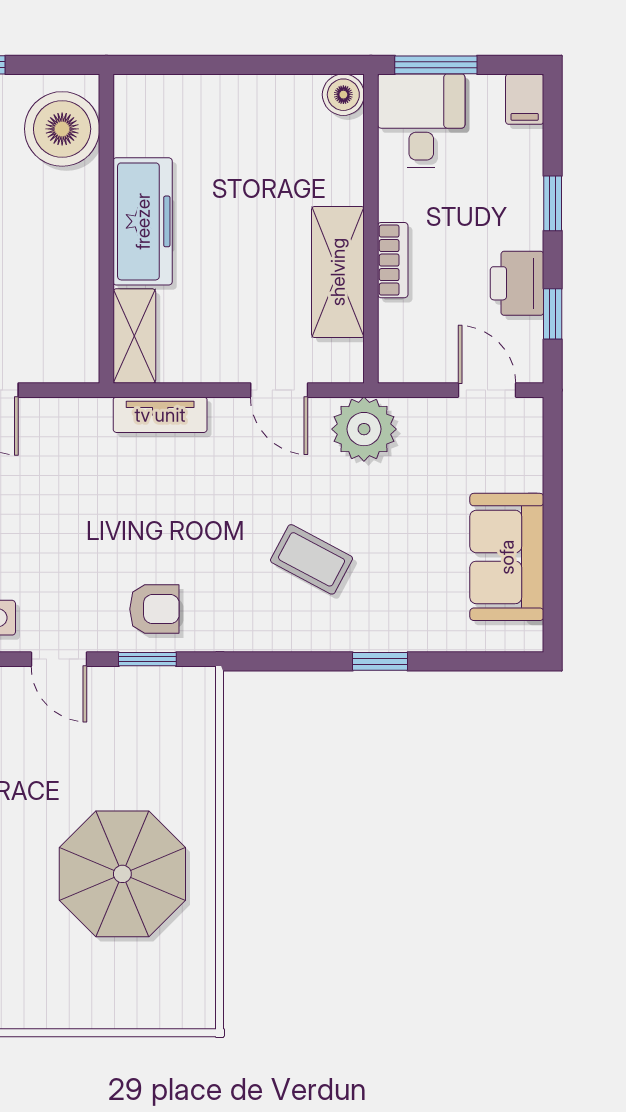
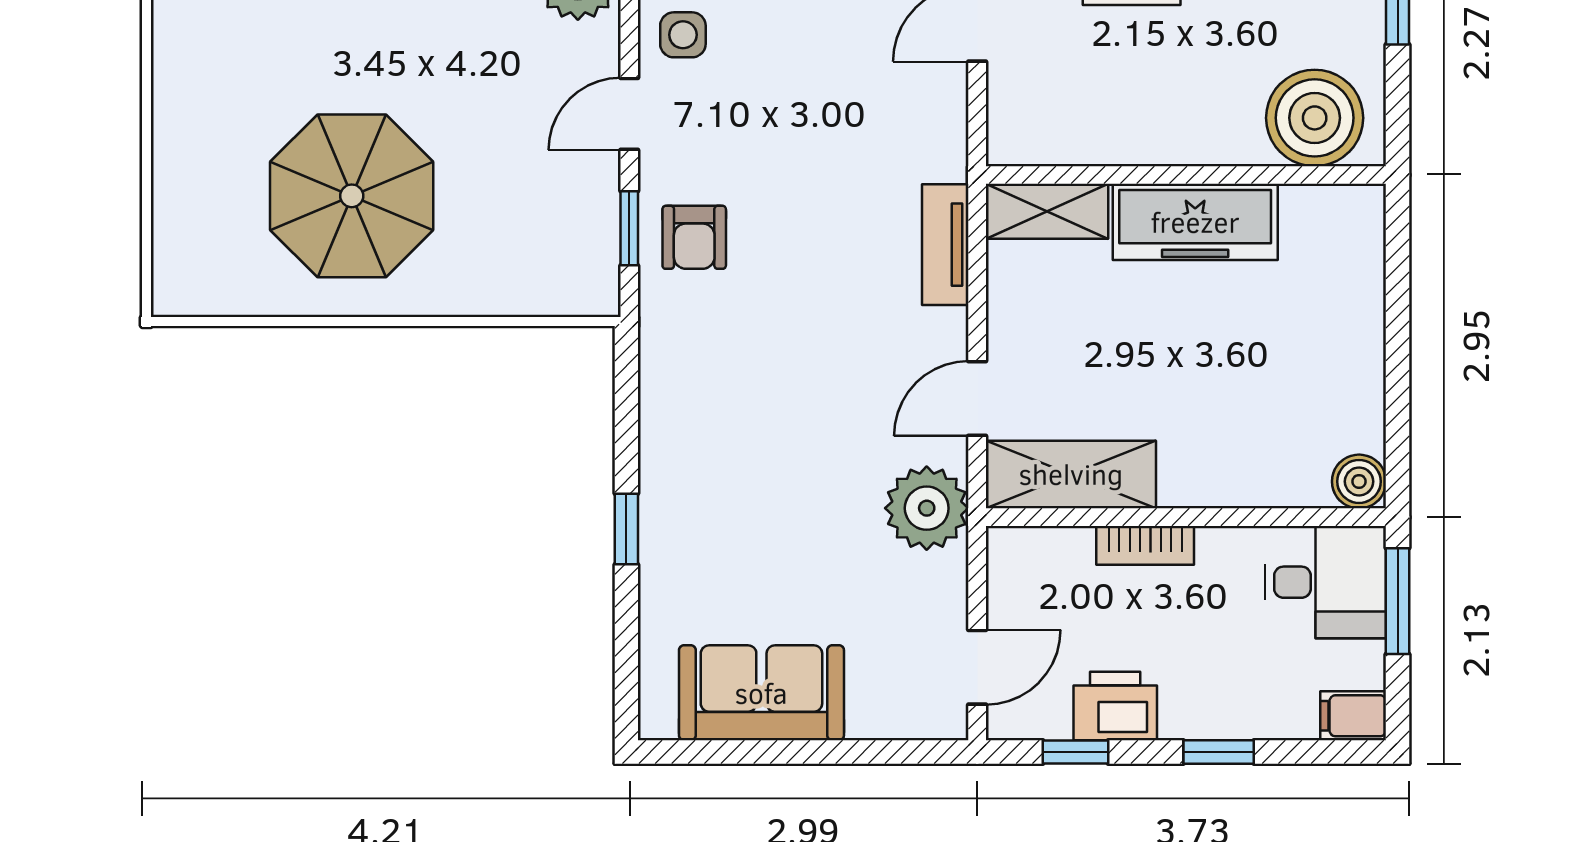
shelving: (338, 272) -> (1071, 474), moved
coffee table: (312, 559) -> (758, 440), removed

